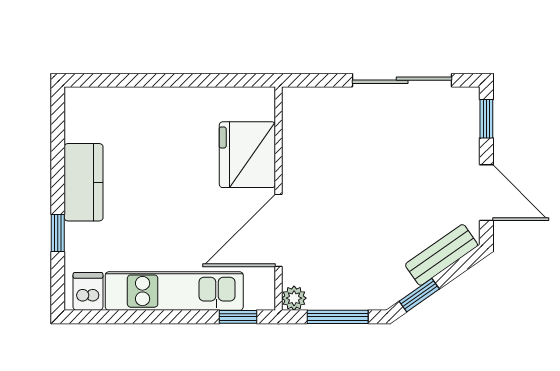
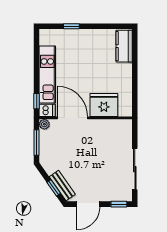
kitchen counter: (84, 182) -> (124, 46), moved, turned 90
dishwasher: (88, 291) -> (47, 110), moved
window: (419, 295) -> (54, 188), moved

